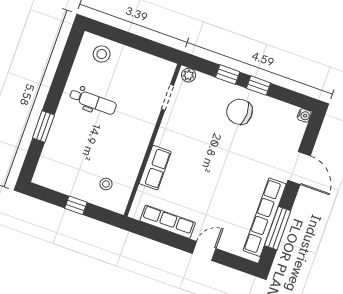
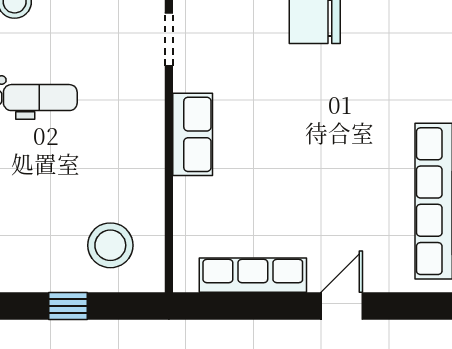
row of seats: (155, 168) -> (193, 134), moved
stool: (106, 184) -> (110, 245), width x1.89, depth x1.89

